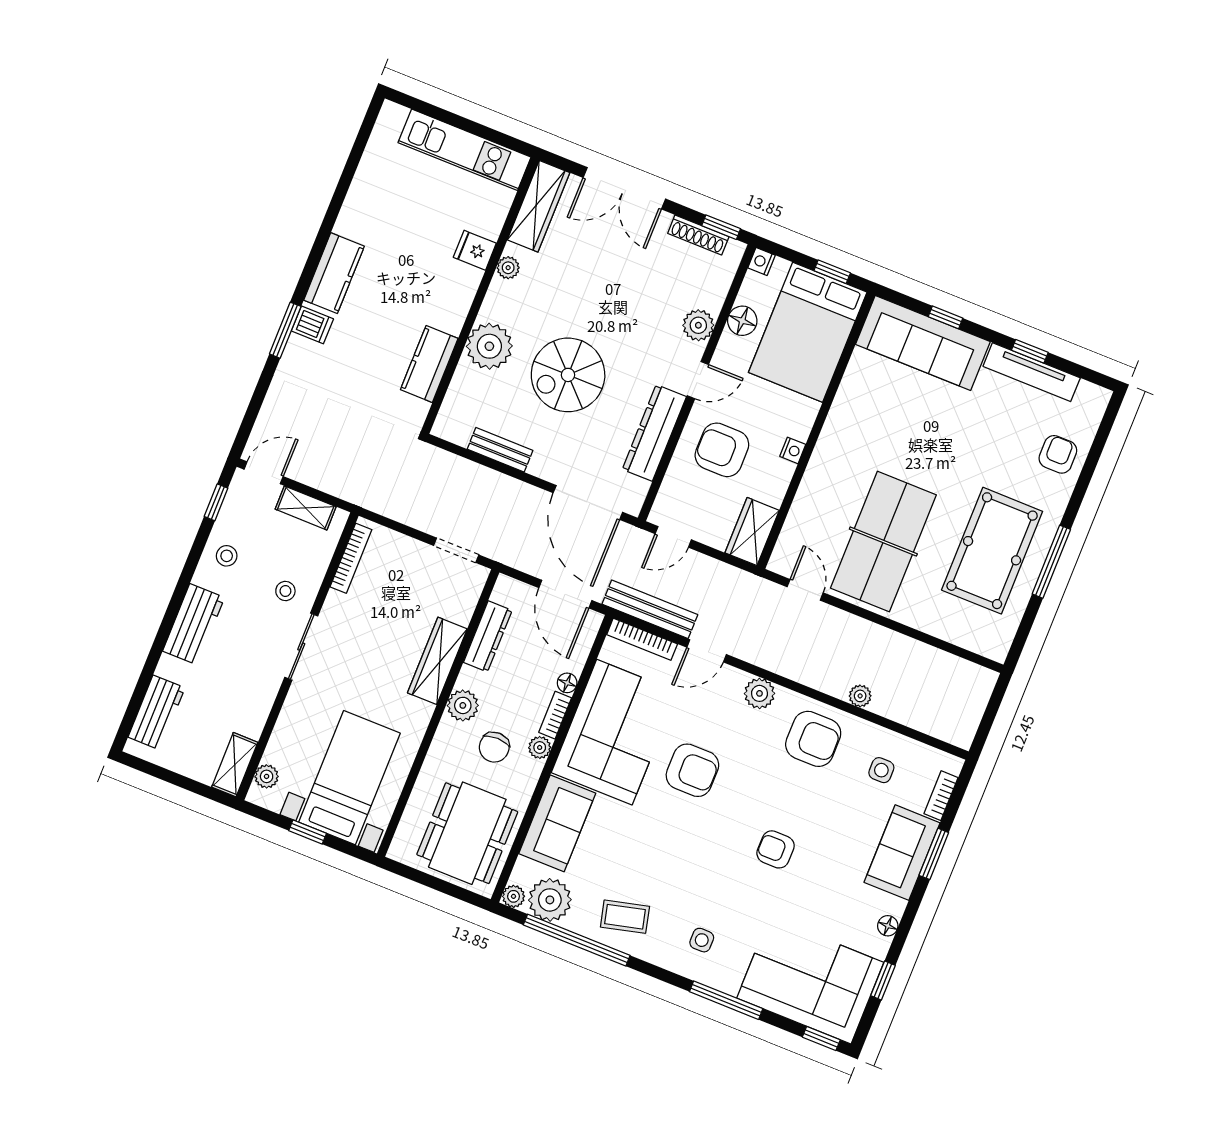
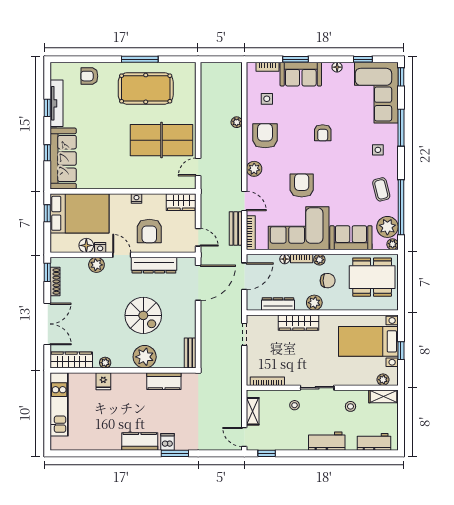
nightstand: (761, 262) -> (100, 248), moved
bench: (500, 450) -> (190, 353), moved
stool: (227, 556) -> (350, 406), moved
bench: (650, 609) -> (236, 229), width x0.73

